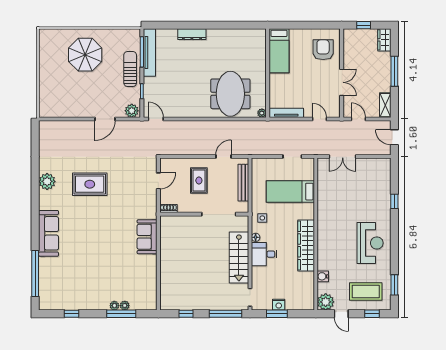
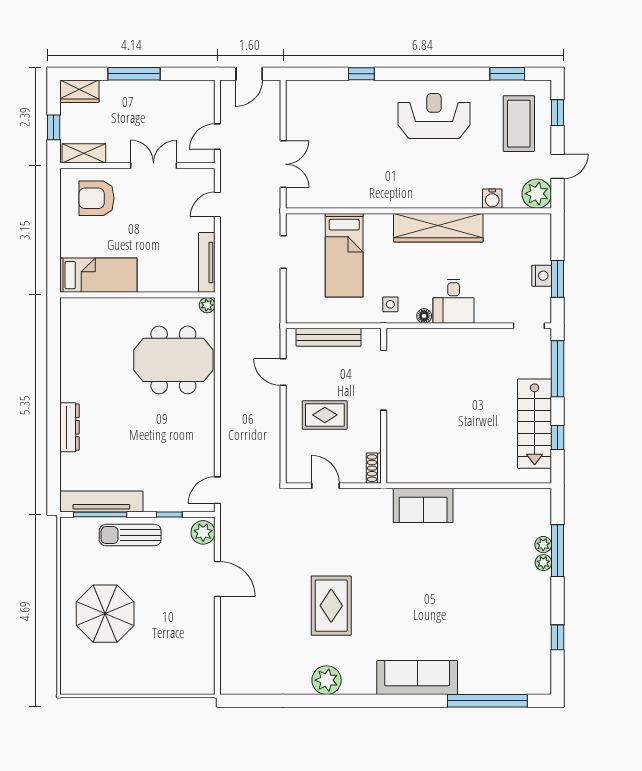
shelving: (385, 105) -> (84, 153), moved
stairs: (239, 258) -> (535, 424), moved, turned 90

